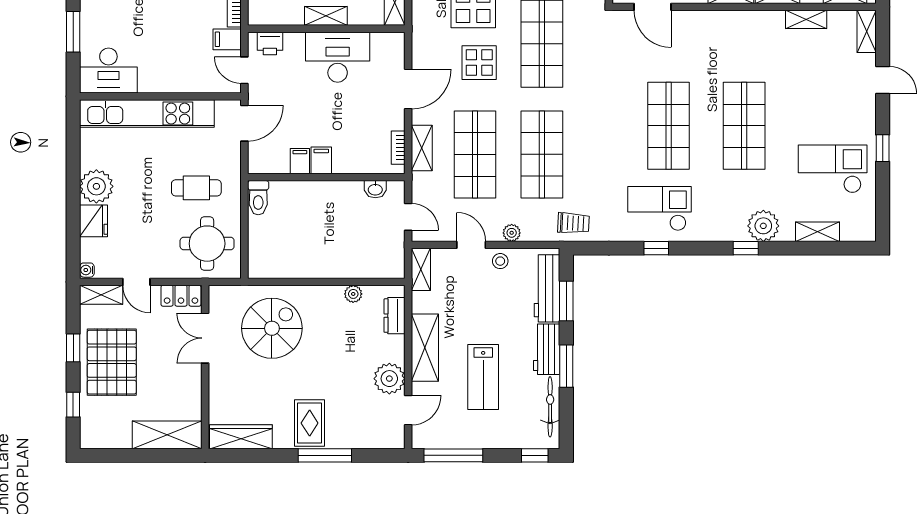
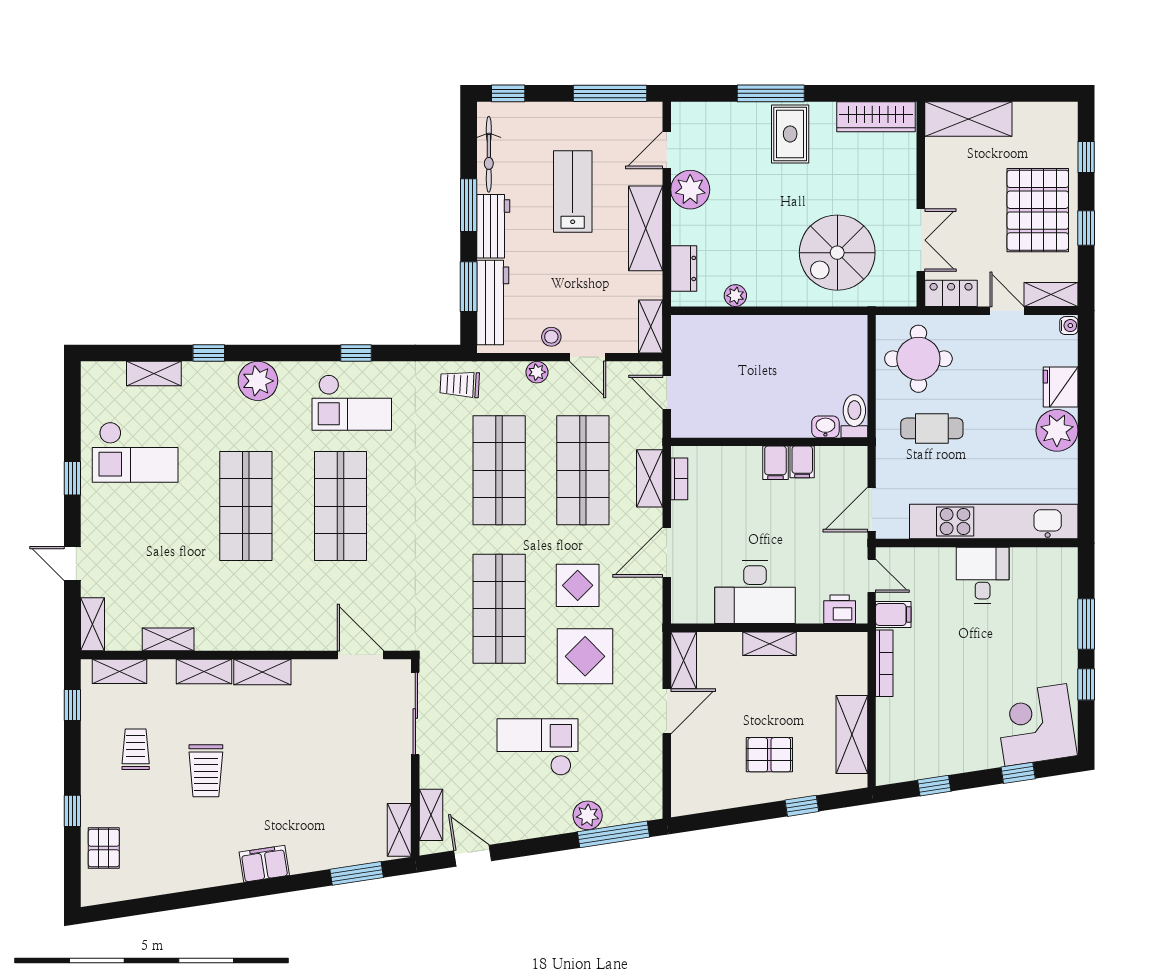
desk: (108, 71) -> (983, 575), moved, width x0.73
washbasin: (375, 189) -> (825, 427), moved
plant: (763, 226) -> (258, 381), moved
window: (746, 248) -> (209, 353), moved

